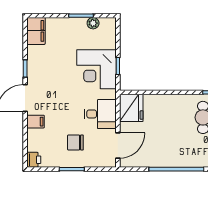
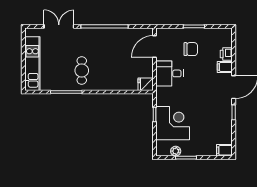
filing cabinet: (36, 31) -> (224, 150), width x0.50
corner desk: (96, 69) -> (173, 123), moved
fridge: (131, 108) -> (146, 84), width x0.53, depth x0.75
printer: (34, 160) -> (226, 54), moved

